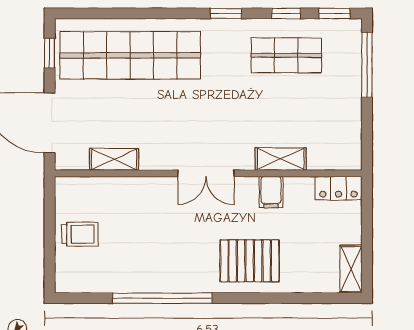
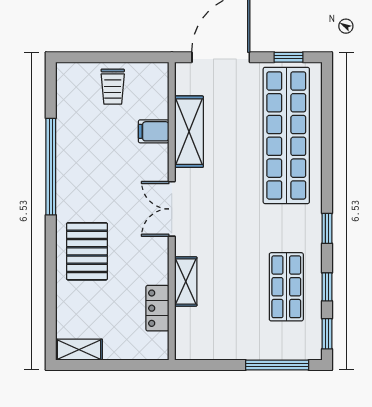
shelving: (114, 159) -> (189, 132), width x1.50, depth x1.33
locker: (338, 188) -> (157, 308), moved
filing cabinet: (271, 192) -> (154, 131), moved

